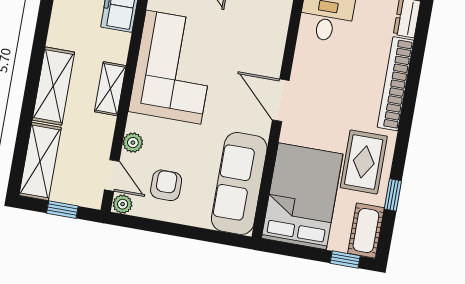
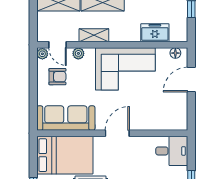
shelving: (110, 89) -> (94, 35), moved
door: (112, 175) -> (58, 45), hinge flipped
window: (62, 210) -> (33, 20), removed

